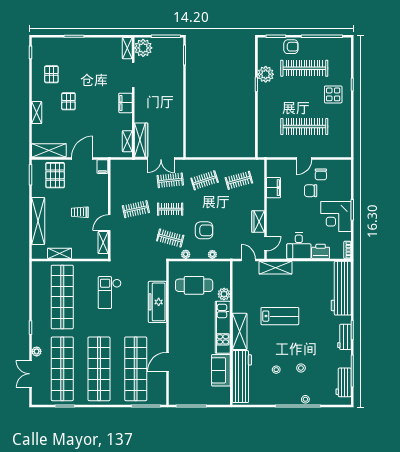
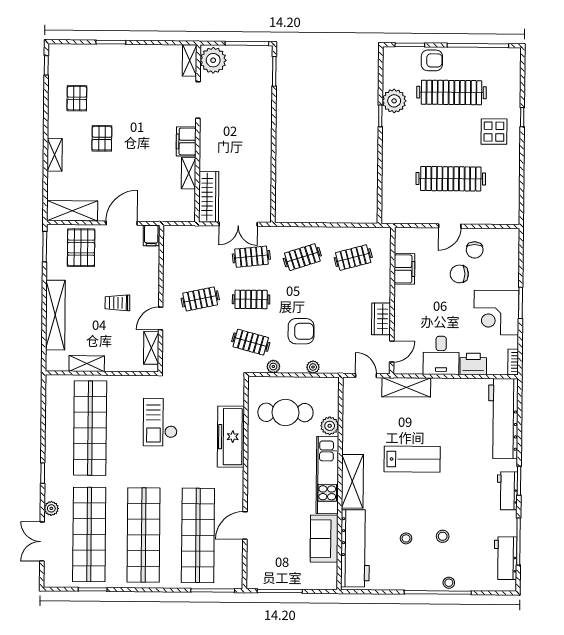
shelving: (127, 141) -> (189, 173), moved

